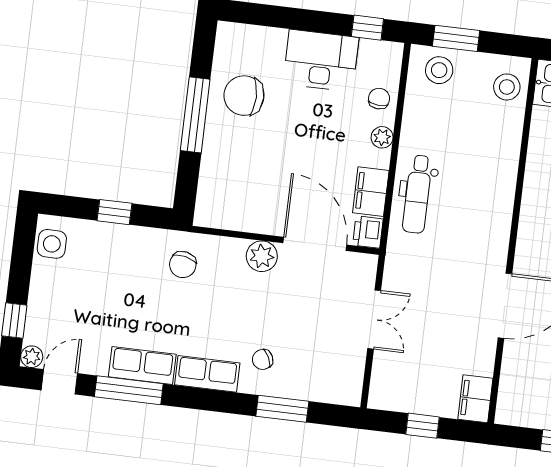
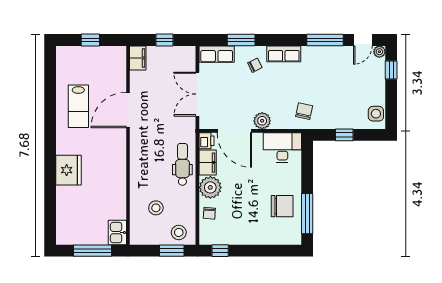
desk: (321, 61) -> (282, 148), moved, turned 180
stool: (507, 87) -> (156, 208), moved
window: (195, 115) -> (307, 214), moved
plant: (382, 137) -> (210, 187), width x1.88, depth x1.88
double door: (374, 319) -> (197, 94), width x1.37
row of seats: (142, 366) -> (217, 54), moved

